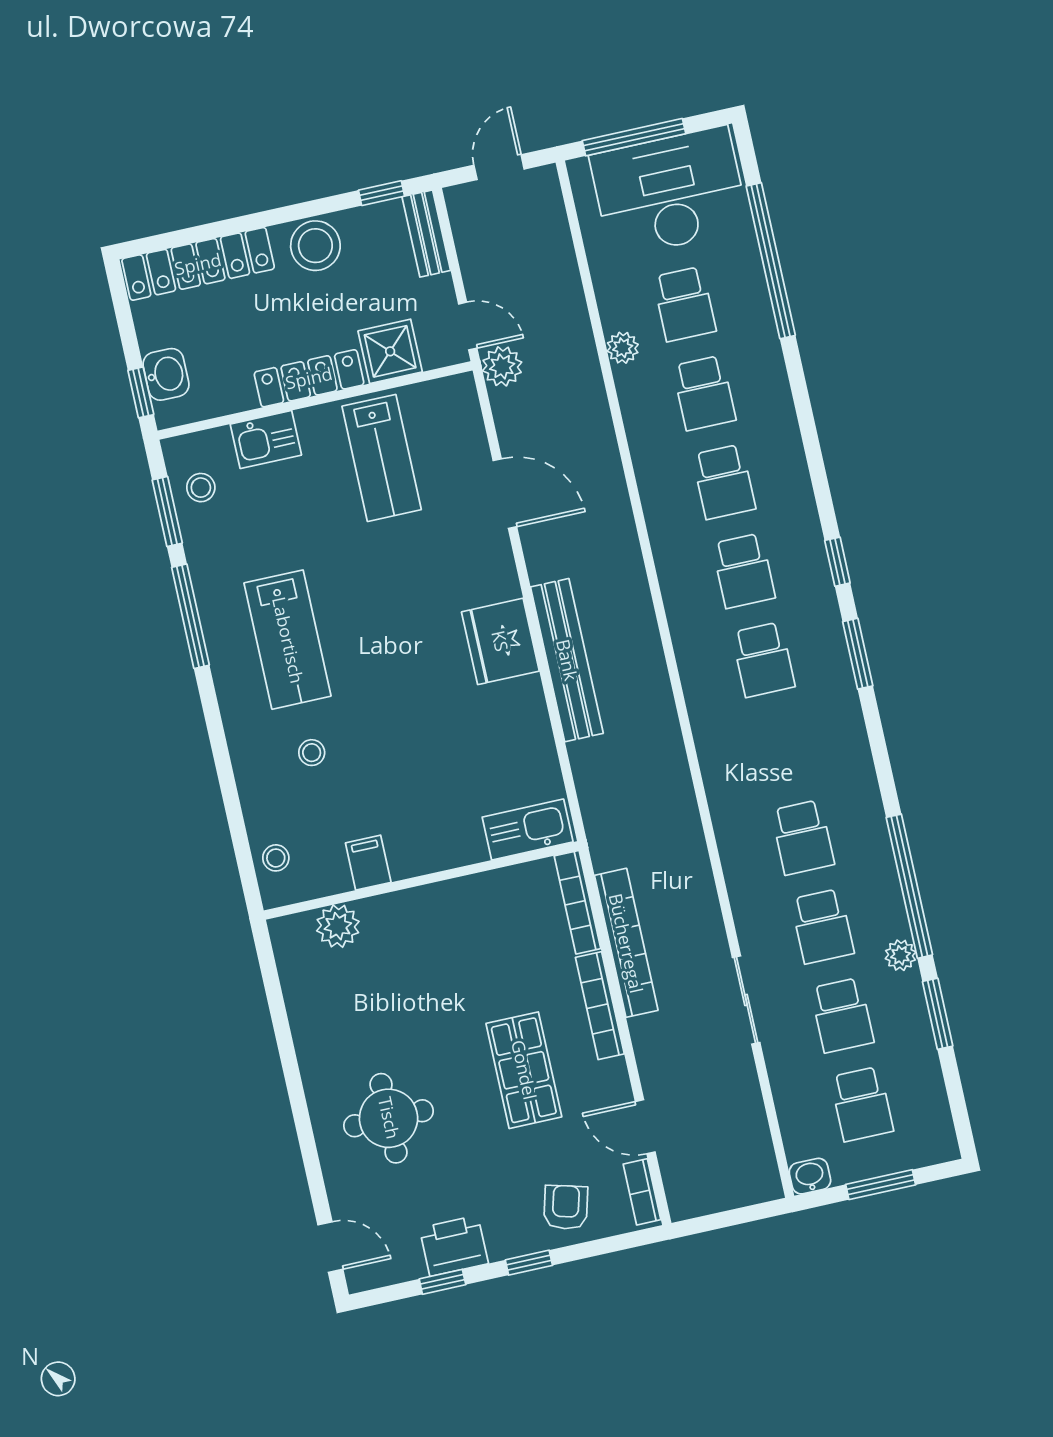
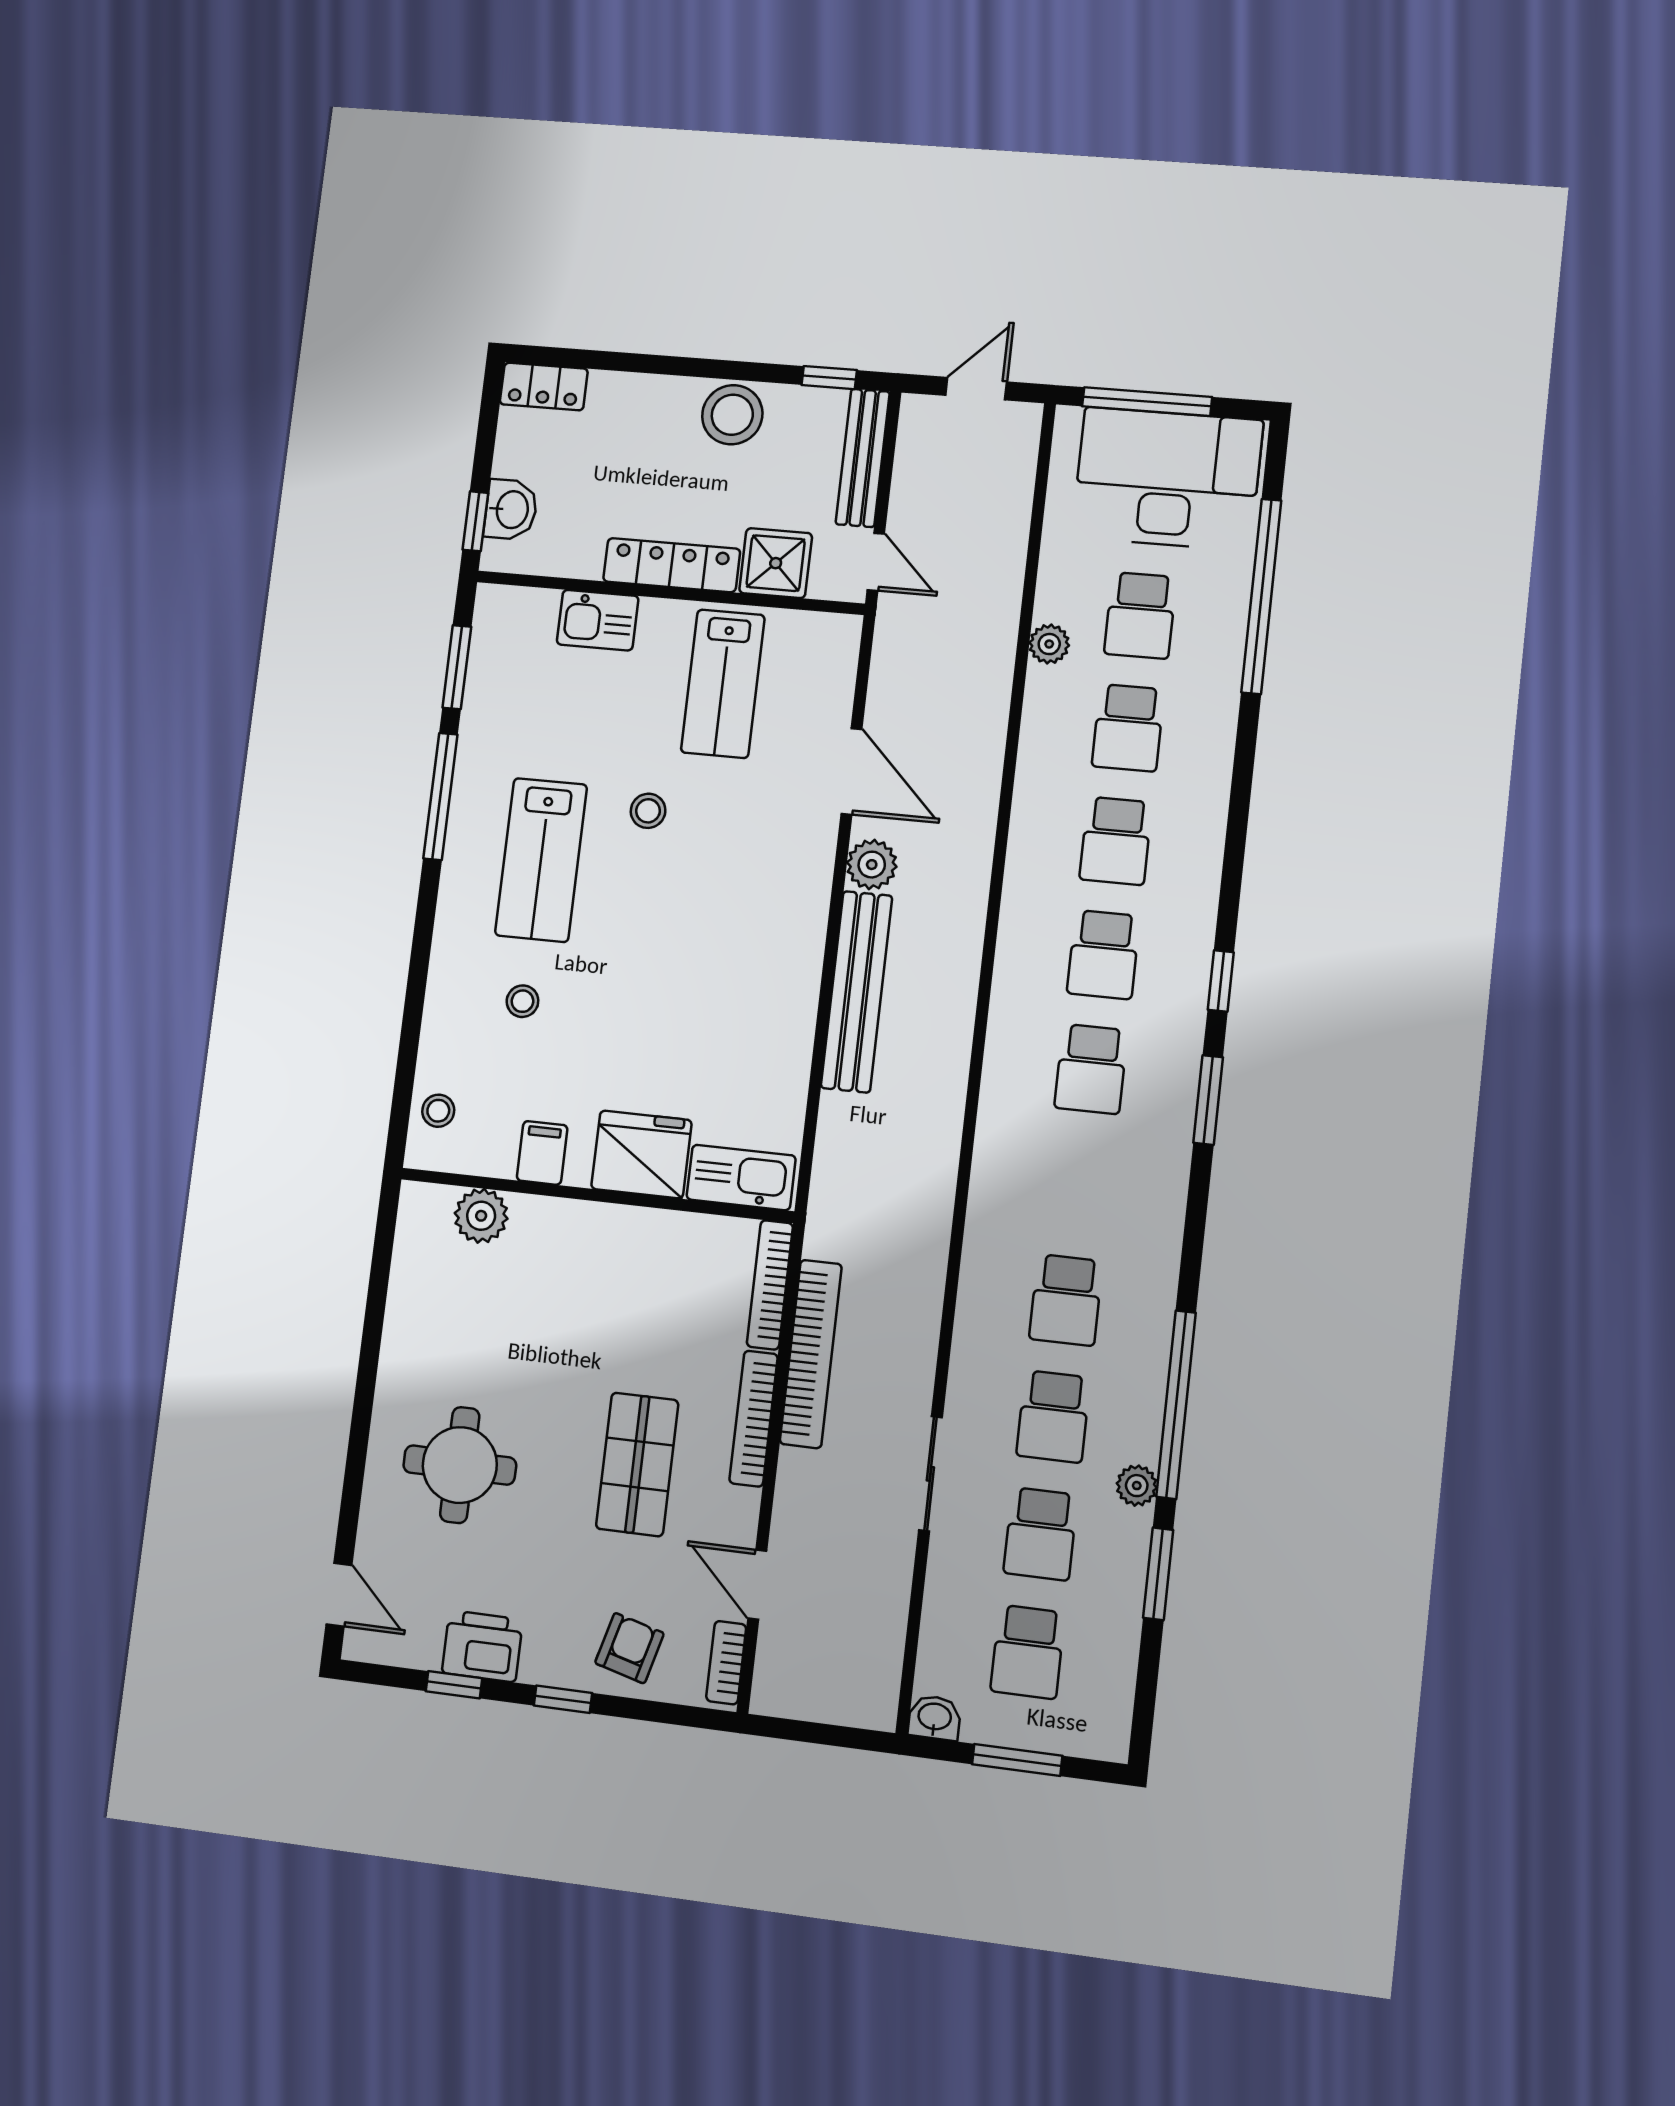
bench: (426, 234) -> (863, 458), width x1.36
locker: (198, 264) -> (544, 387), width x0.46, depth x0.83
plant: (502, 366) -> (872, 865), moved
stool: (201, 488) -> (648, 811), moved
fridge: (500, 641) -> (641, 1154), moved, turned 90

